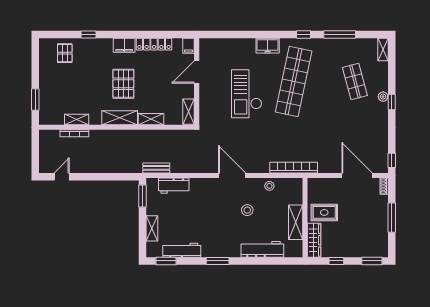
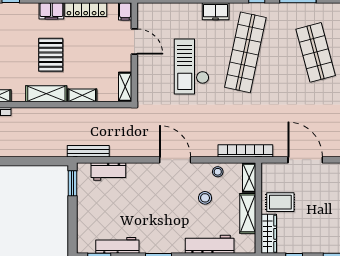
door: (197, 72) -> (134, 42), swing flipped
shop shelf: (355, 81) -> (316, 52), width x1.43, depth x1.36
bench: (156, 168) -> (88, 151), width x1.36
door: (357, 175) -> (305, 160), moved
stool: (247, 210) -> (205, 198), moved
shelving: (152, 228) -> (249, 178), moved

